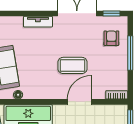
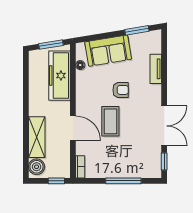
tv unit: (38, 22) -> (156, 69), moved
armchair: (111, 38) -> (121, 90), moved

